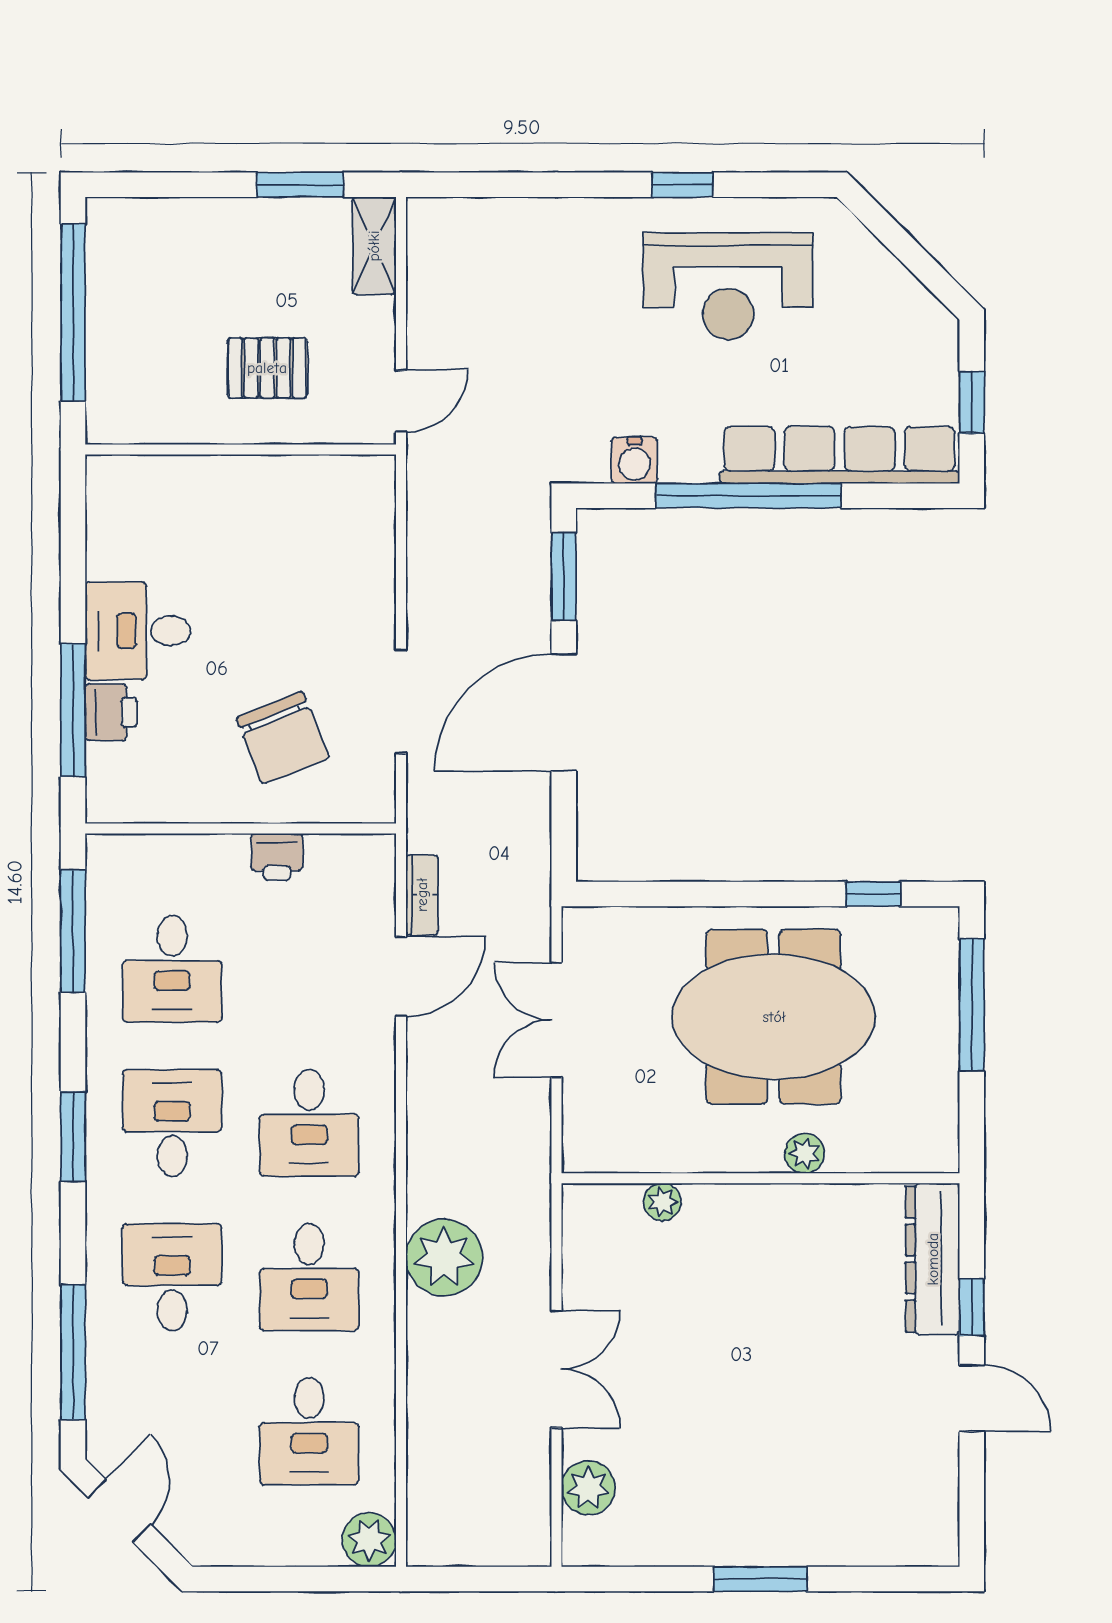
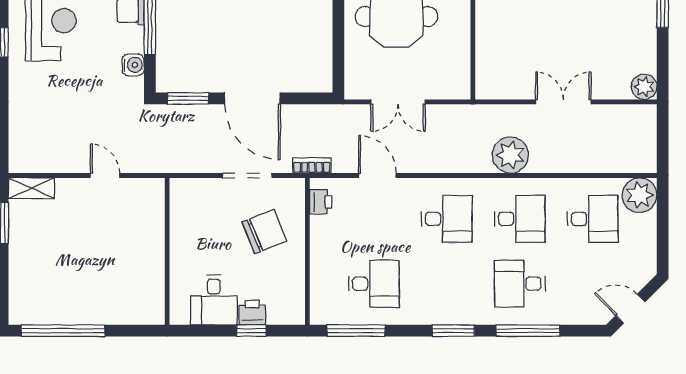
pallet: (267, 368) -> (89, 239), removed
wall: (241, 450) -> (167, 251), moved
window: (73, 710) -> (251, 331), width x0.46
printer: (277, 857) -> (321, 202), moved
bookcase: (422, 895) -> (312, 166), moved
desk: (172, 1123) -> (447, 284), removed
plant: (662, 1202) -> (484, 52), removed
window: (73, 1352) -> (528, 331), moved
plant: (588, 1488) -> (644, 87), moved
plant: (369, 1540) -> (639, 195), width x1.36, depth x1.36

